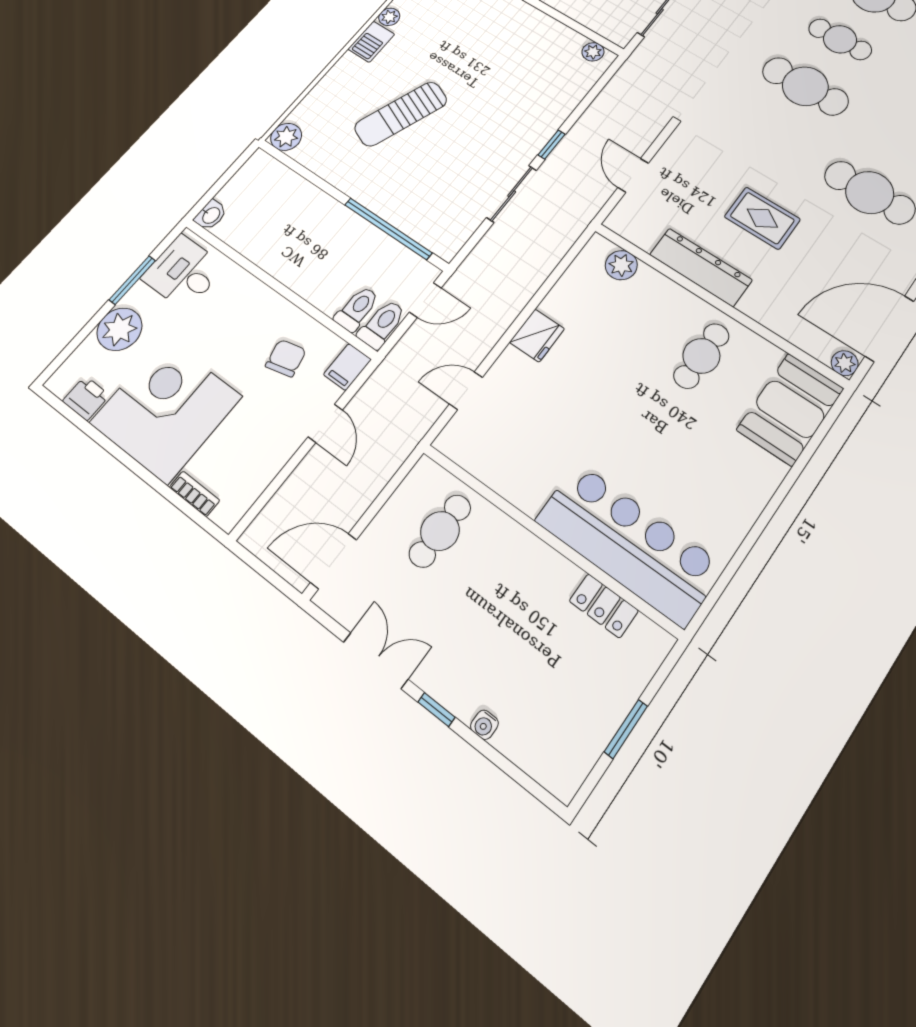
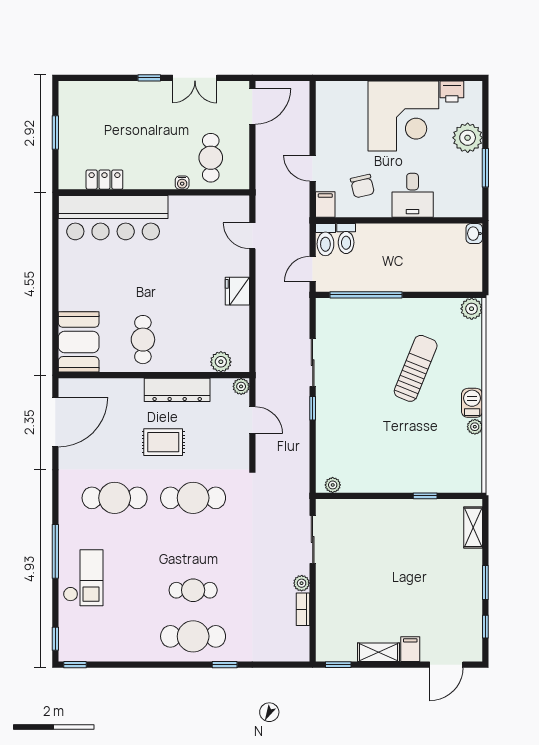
cafe table: (805, 86) -> (193, 498), moved
desk: (184, 272) -> (413, 195), moved, turned 90
plant: (845, 363) -> (241, 386), moved
door: (466, 391) -> (252, 236), swing flipped
bookcase: (194, 494) -> (351, 87), removed
water cooler: (484, 725) -> (182, 183), moved, turned 180

